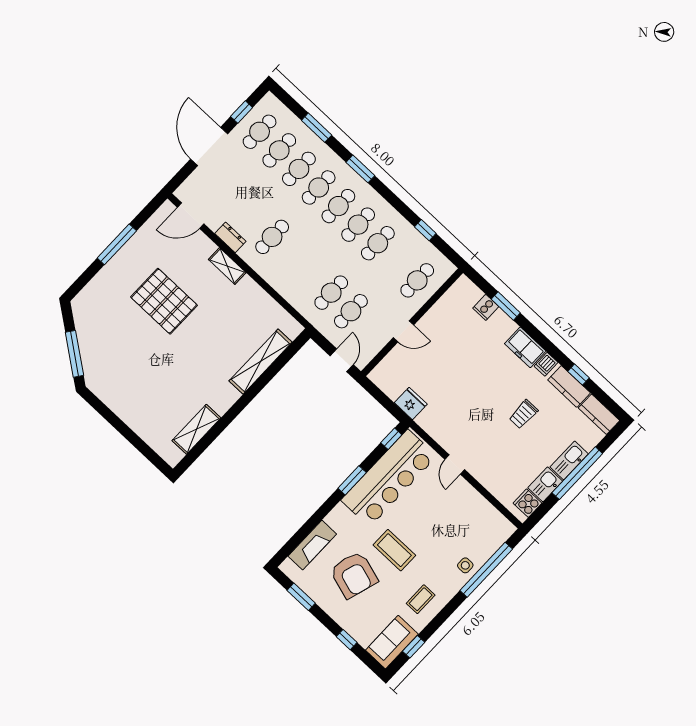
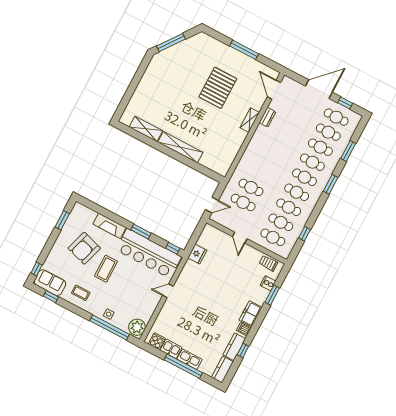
cafe table: (272, 237) -> (281, 222), moved
shelving: (261, 362) -> (180, 147), moved
trolley: (524, 414) -> (268, 263), moved
plant: (497, 527) -> (137, 327), added
fireplace: (312, 545) -> (110, 226), moved
window: (347, 640) -> (37, 269), moved

